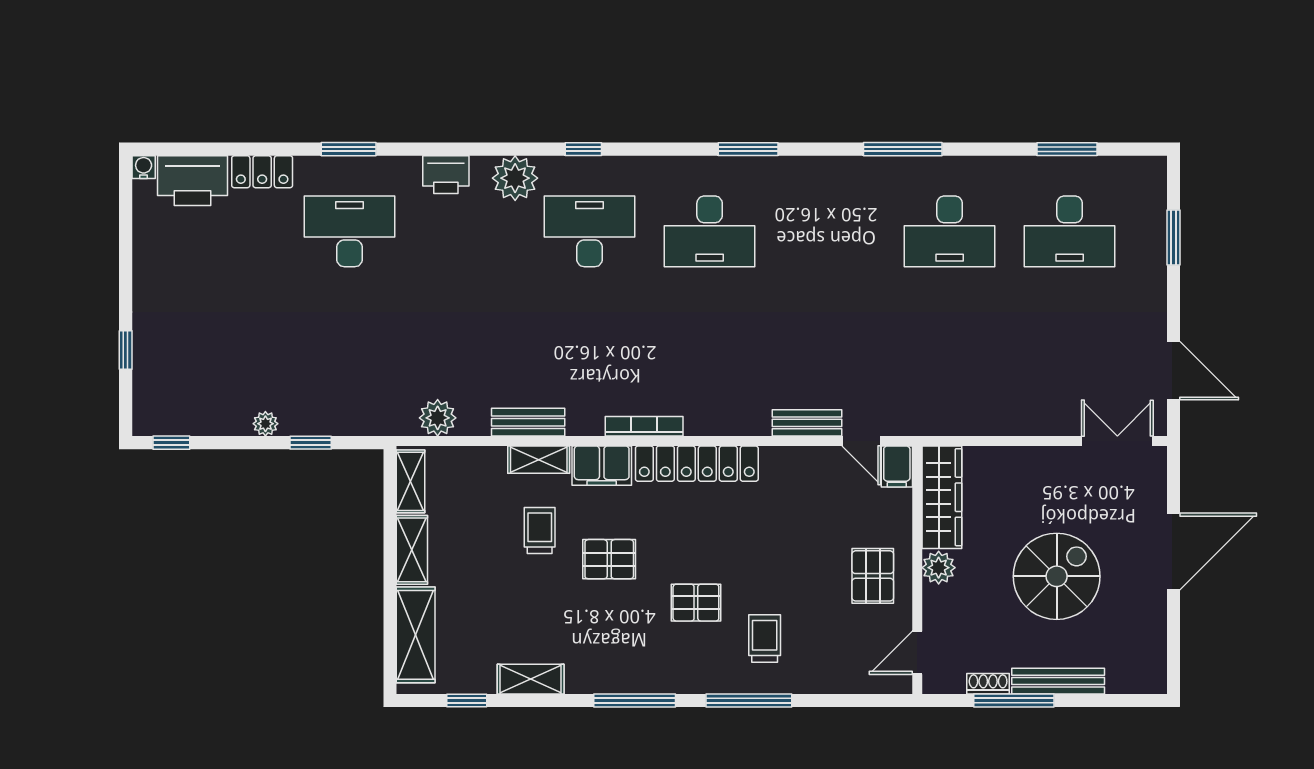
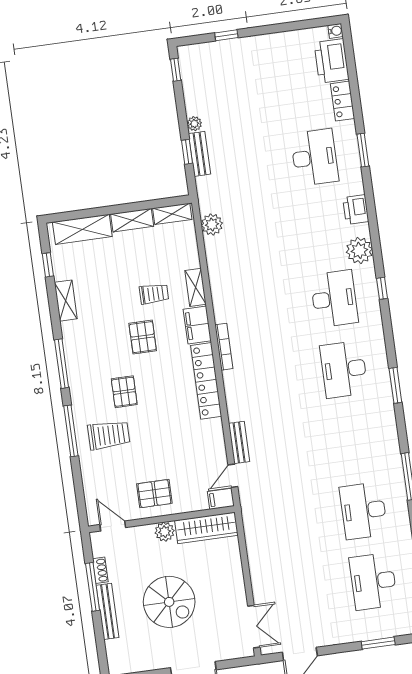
bench: (528, 422) -> (199, 154), moved
trolley: (765, 639) -> (109, 435), width x1.36, depth x1.39

